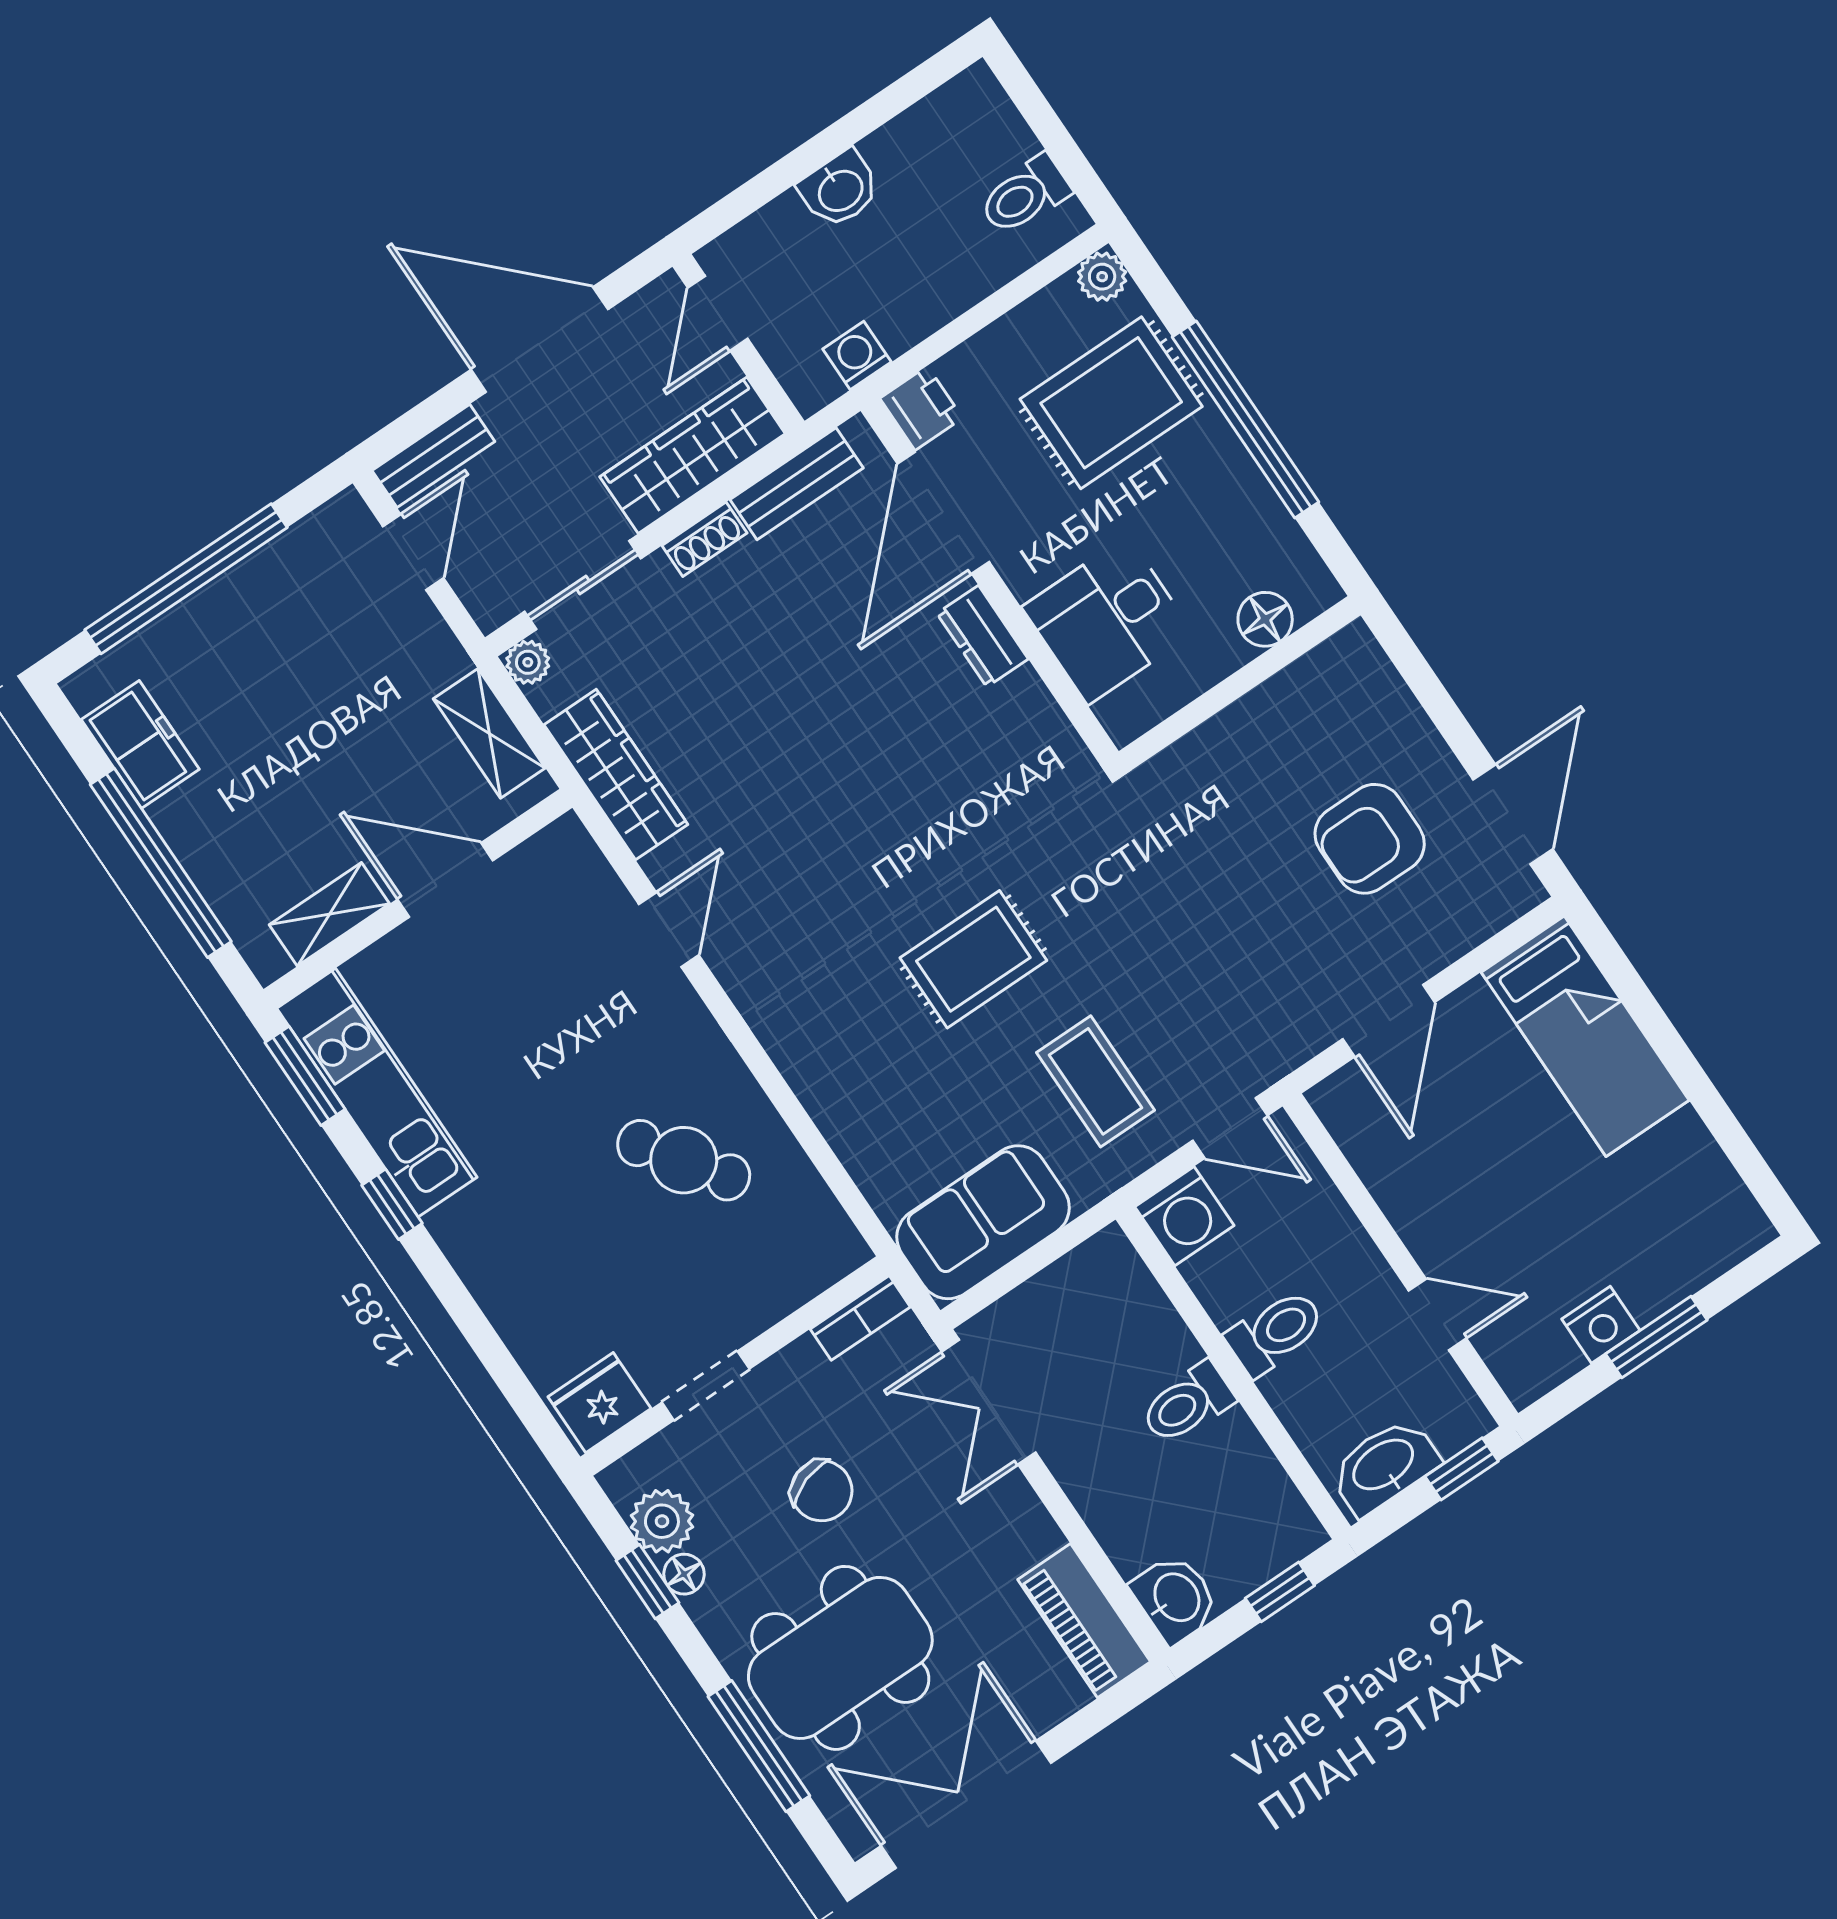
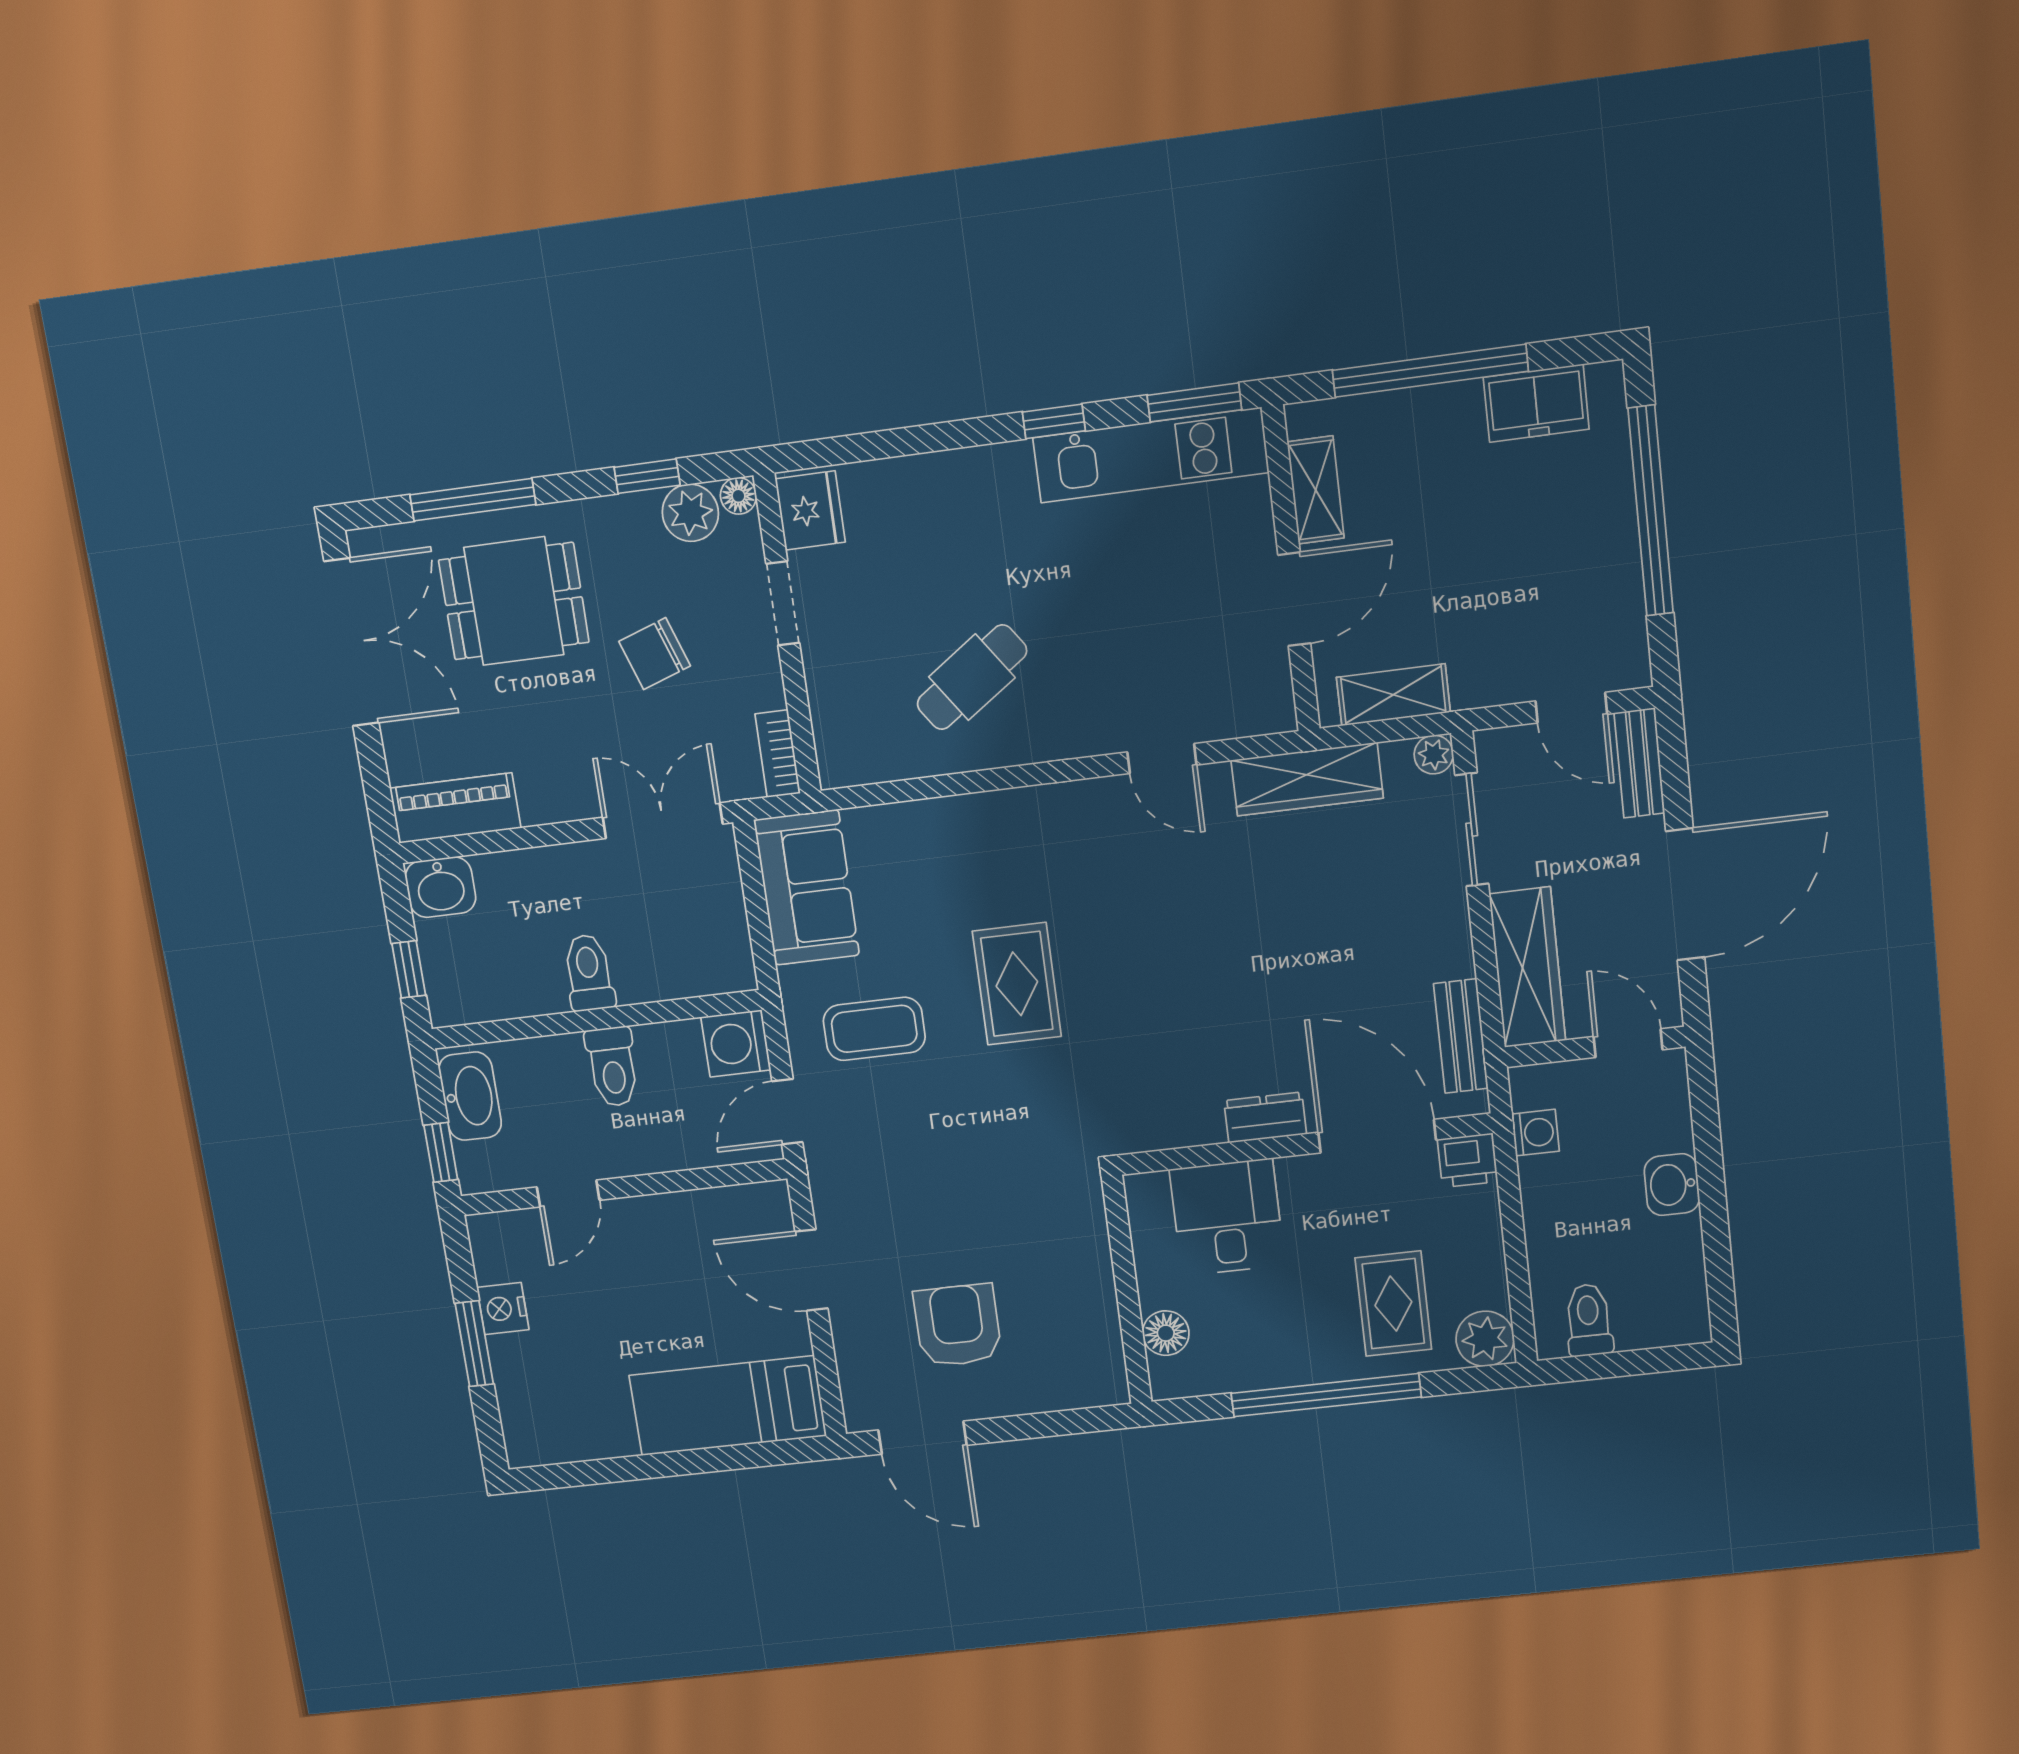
plant: (1102, 277) -> (1485, 1339), width x1.38, depth x1.38
rug: (1111, 403) -> (1393, 1304), width x0.73, depth x0.70
shoe rack: (704, 539) -> (1456, 943), removed
floor lamp: (684, 1574) -> (738, 496), moved
dining table: (840, 1658) -> (514, 601), width x0.73

